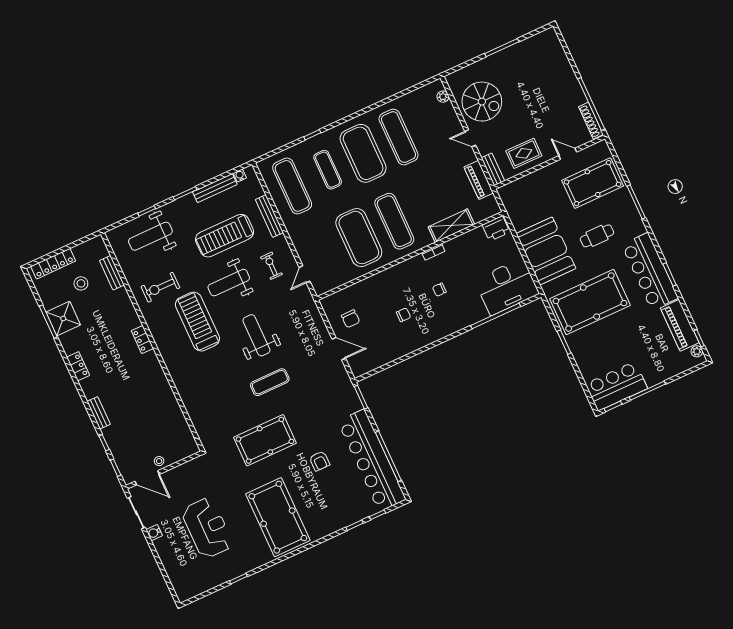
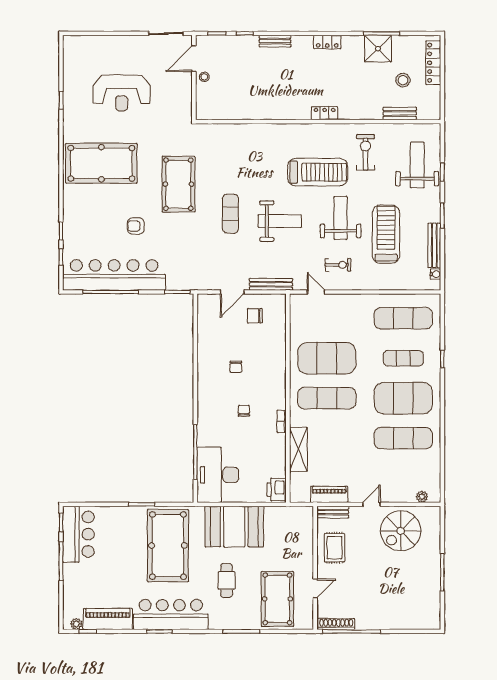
bench: (269, 216) -> (271, 284), moved
water cooler: (154, 533) -> (140, 42), removed

